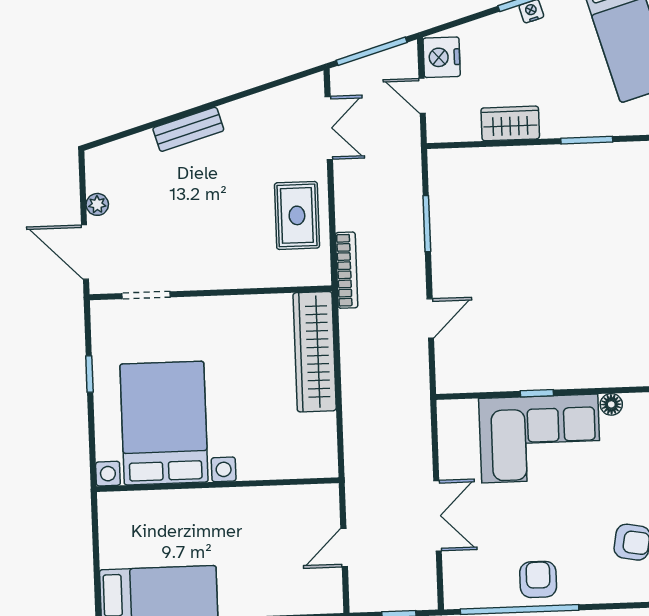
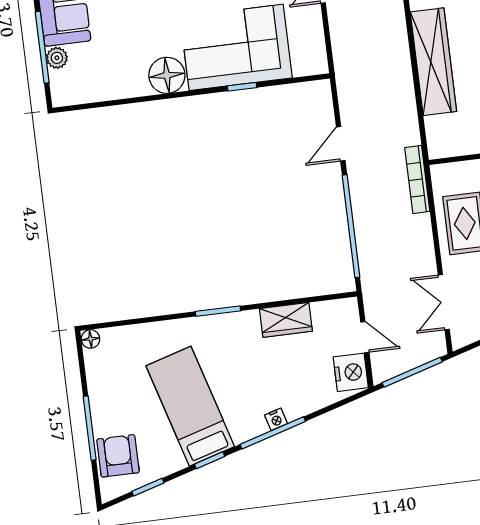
window: (427, 224) -> (351, 226), width x2.11
wardrobe: (315, 352) -> (433, 62), moved
floor lamp: (611, 404) -> (167, 75), width x1.89, depth x1.89

